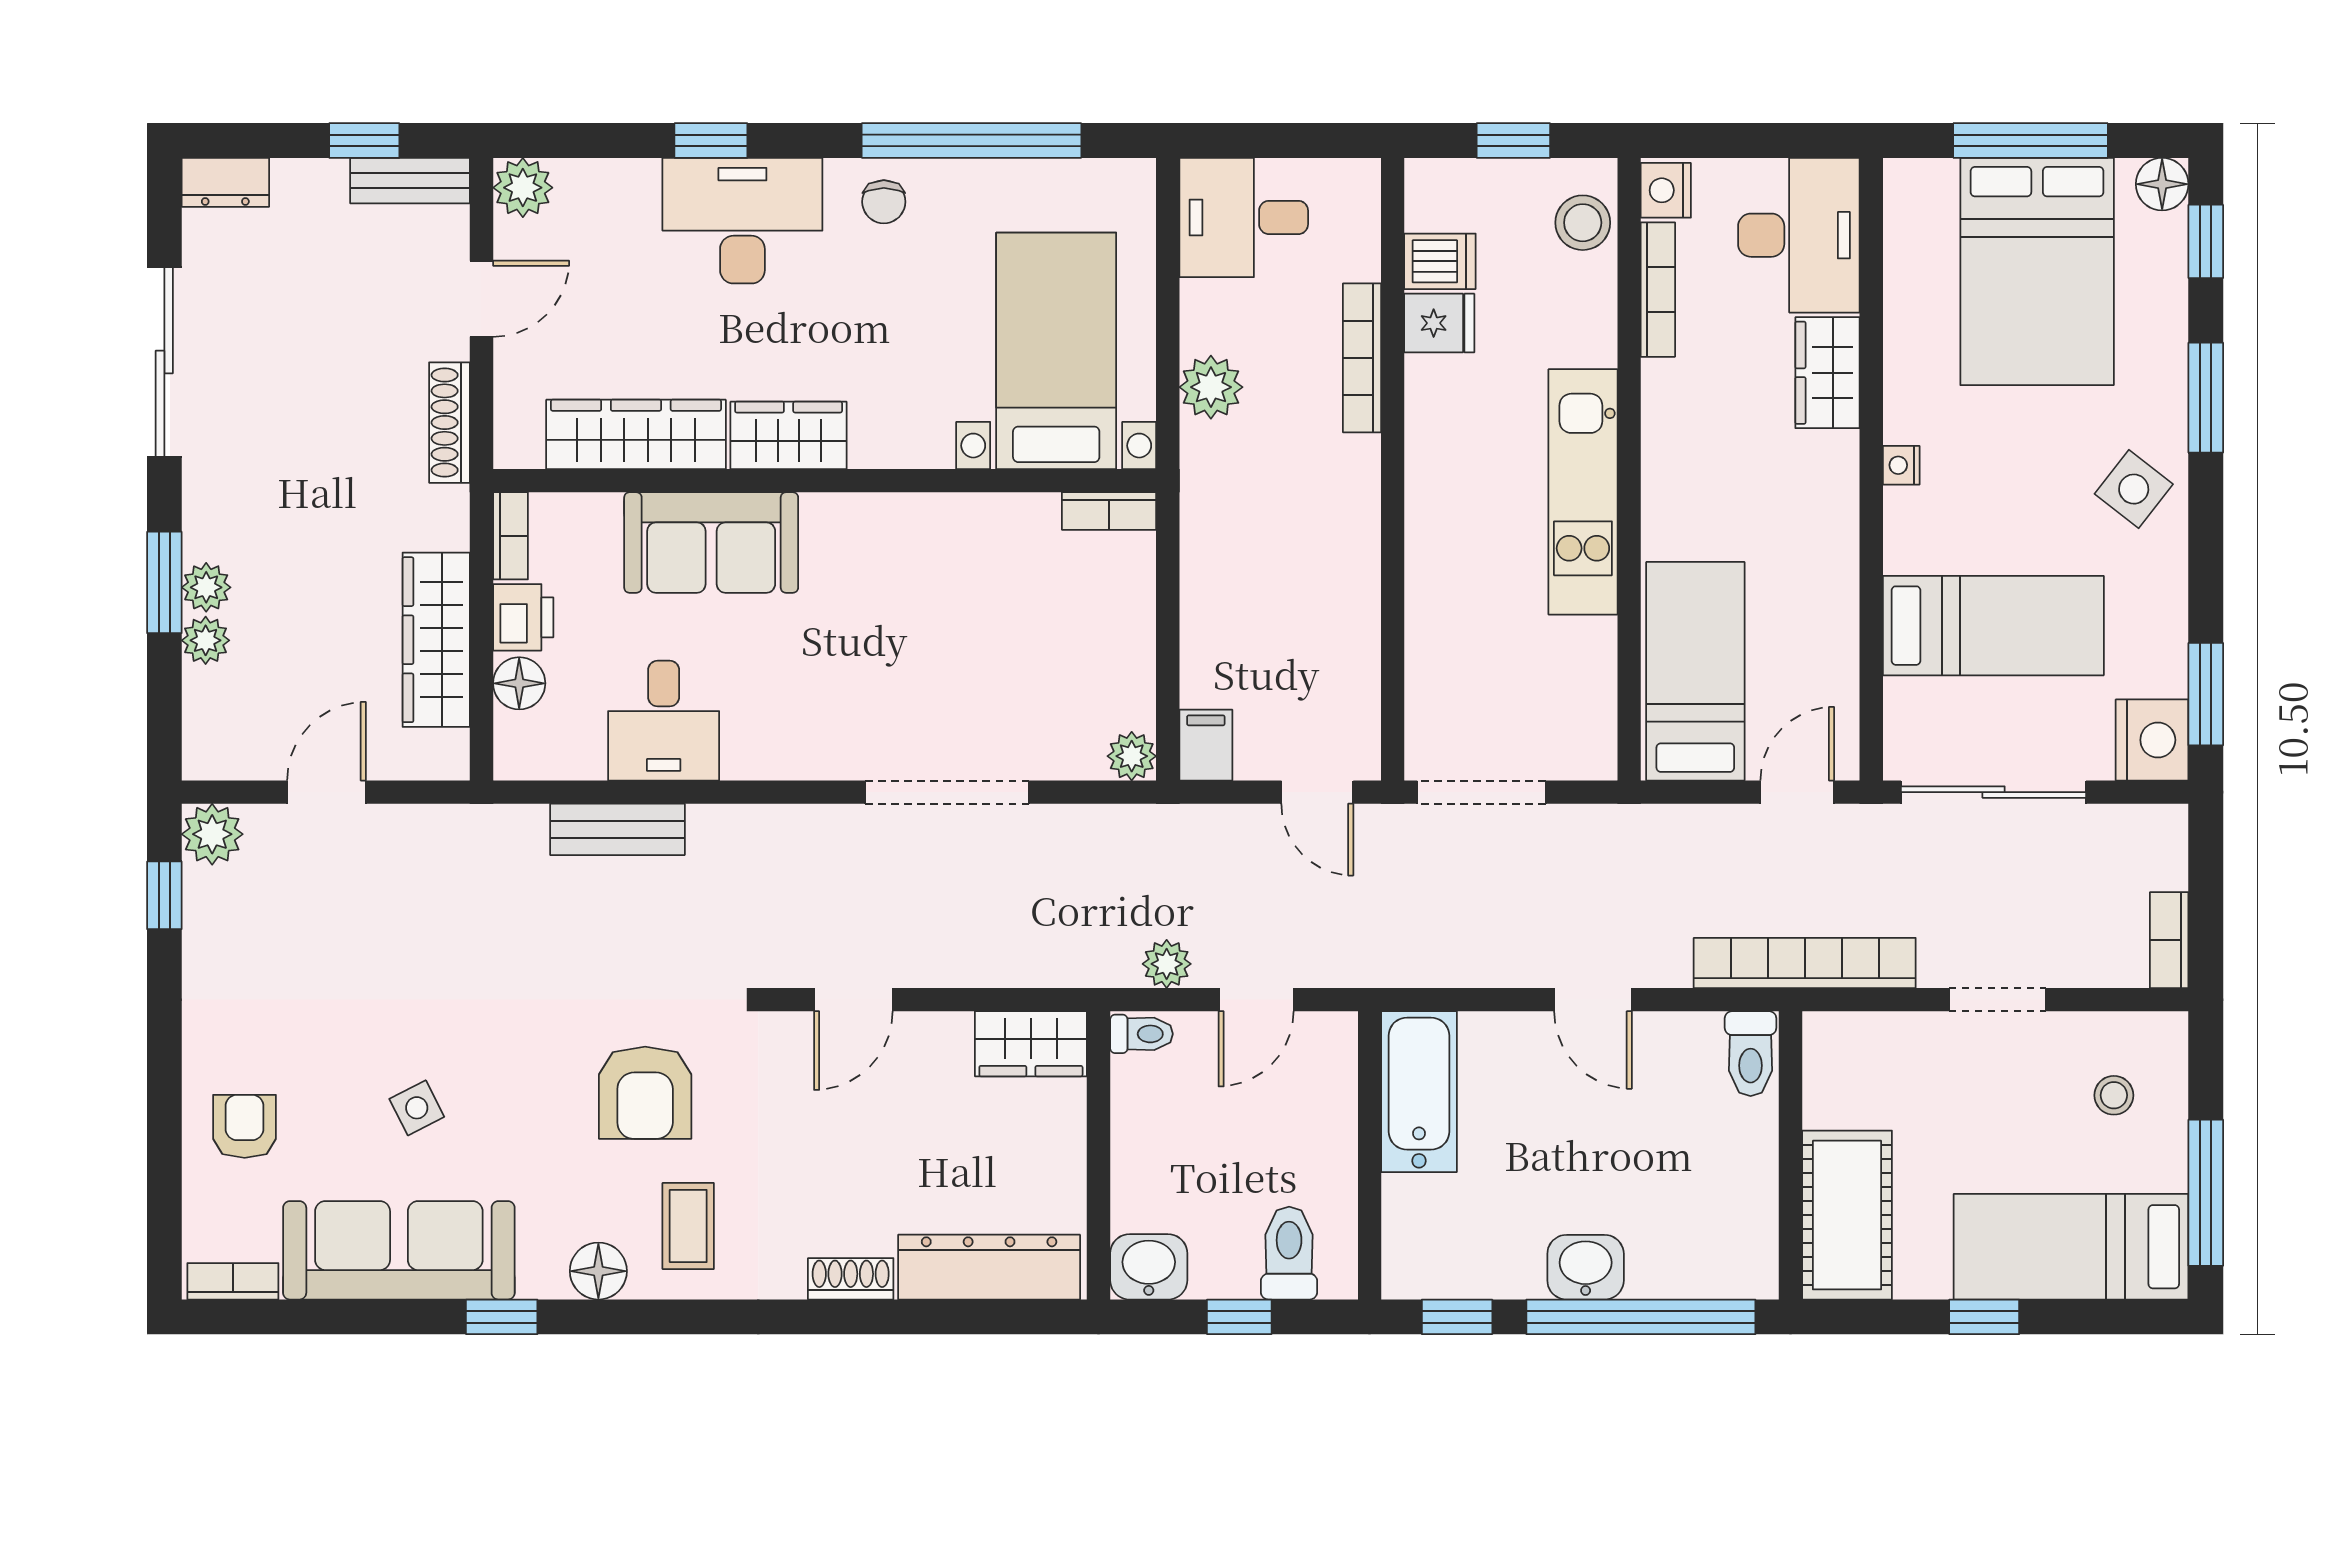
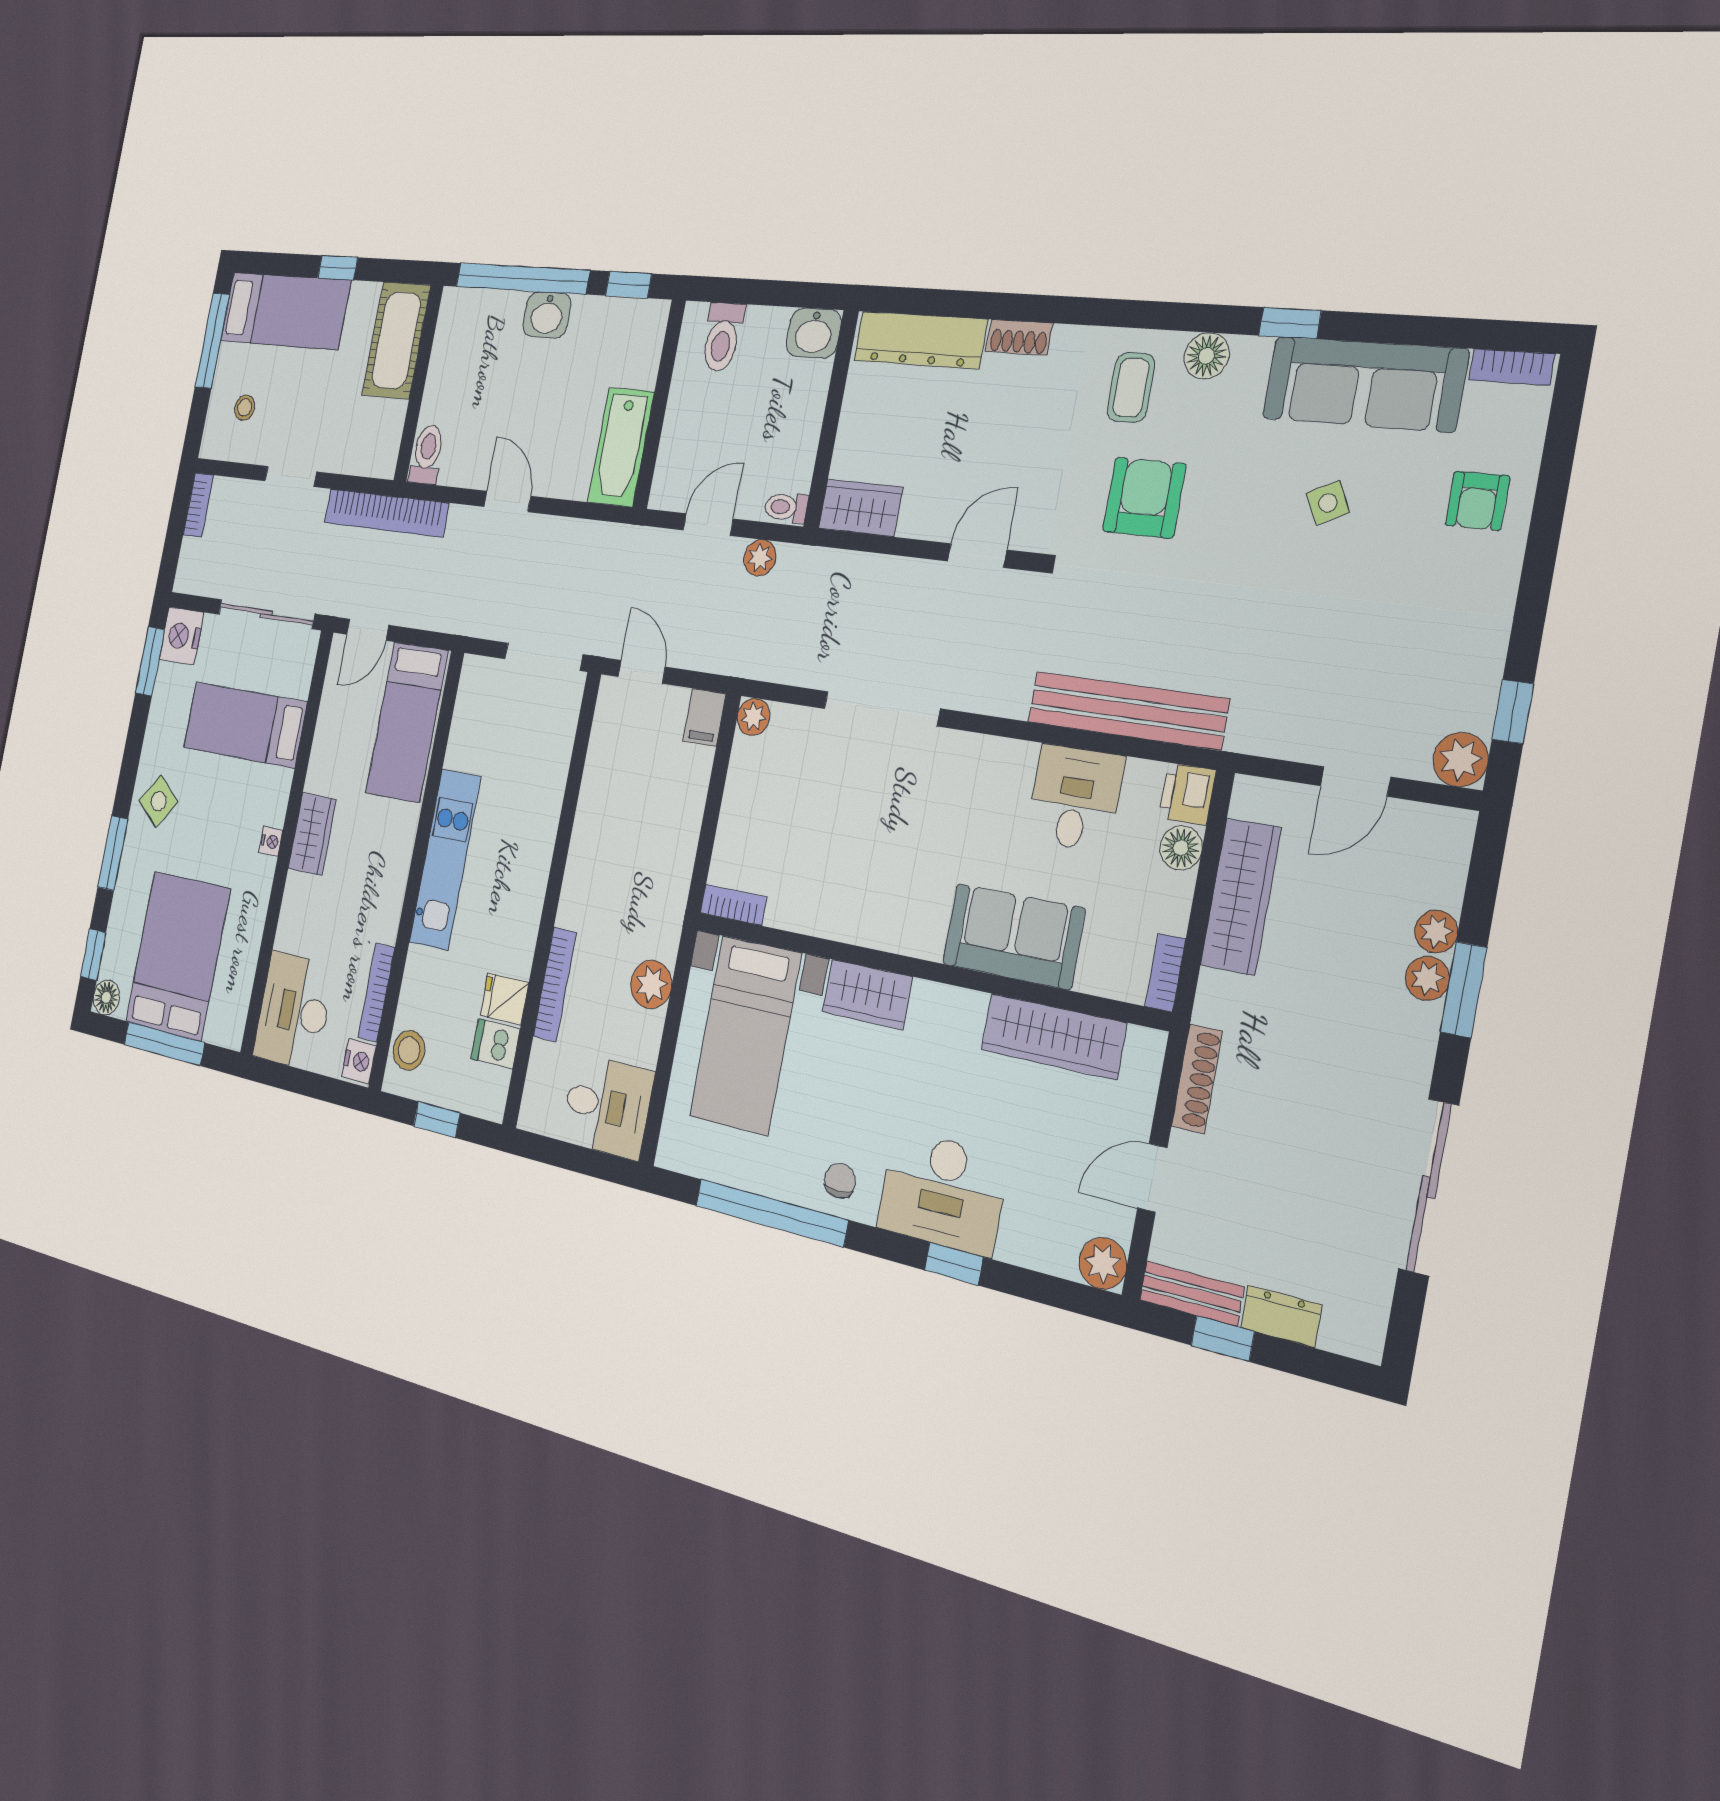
dresser: (225, 182) -> (1281, 1316), moved
wardrobe: (1828, 373) -> (312, 834), moved
wardrobe: (789, 435) -> (867, 994), moved
printer: (523, 617) -> (1187, 794), moved
bench: (617, 829) -> (1127, 710), width x1.86, depth x1.21
window: (1239, 1317) -> (762, 292), removed

